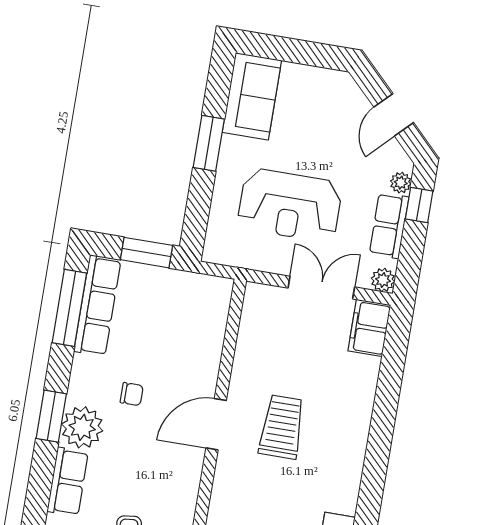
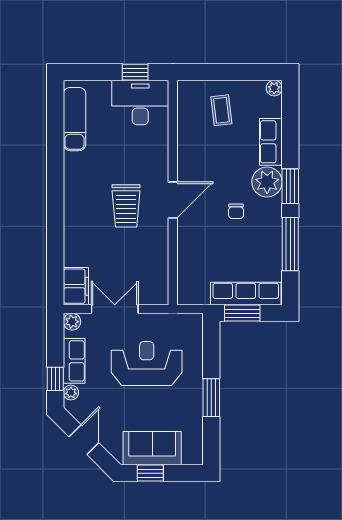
window: (310, 54) -> (150, 473), added
sofa: (252, 96) -> (152, 448), moved, turned 90
double door: (321, 288) -> (115, 309), swing flipped
row of seats: (97, 306) -> (246, 294), moved, turned 90
window: (69, 308) -> (290, 244), moved
chair: (132, 394) -> (236, 211), turned -90

